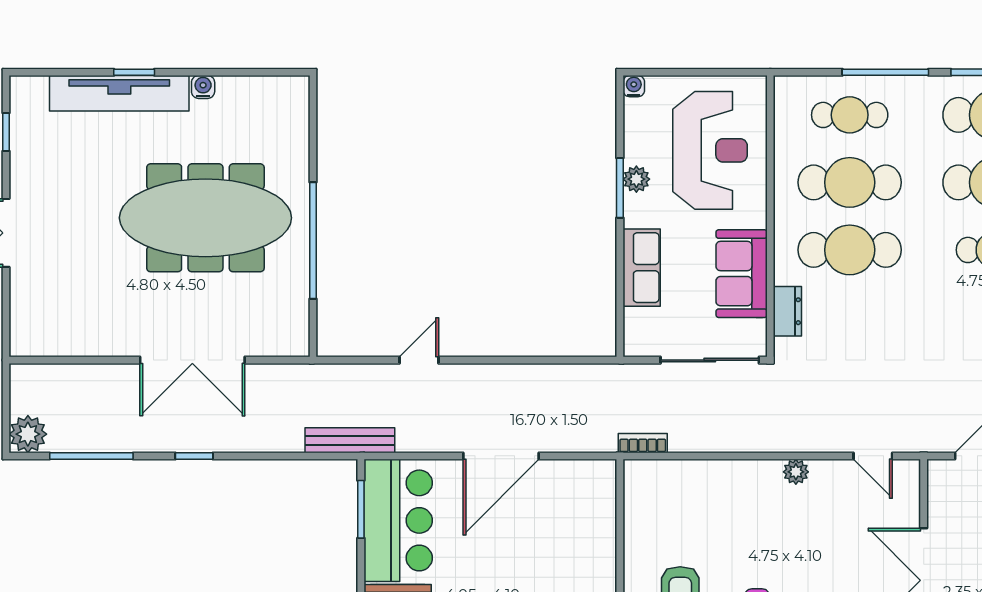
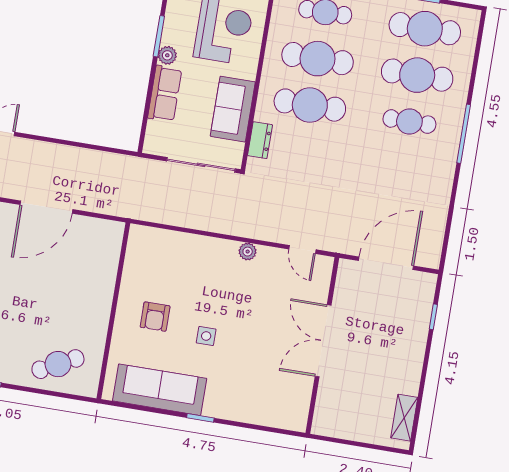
plant: (636, 179) -> (167, 55), moved
bookcase: (643, 443) -> (145, 214), removed

